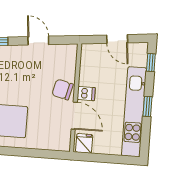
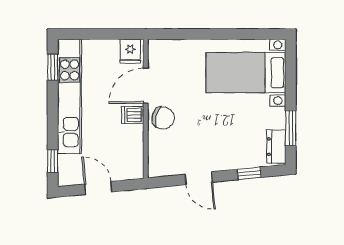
window: (148, 106) -> (53, 67), moved
door: (74, 116) -> (146, 86), hinge flipped

